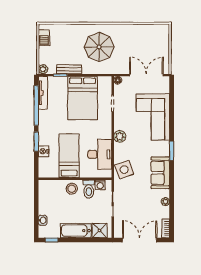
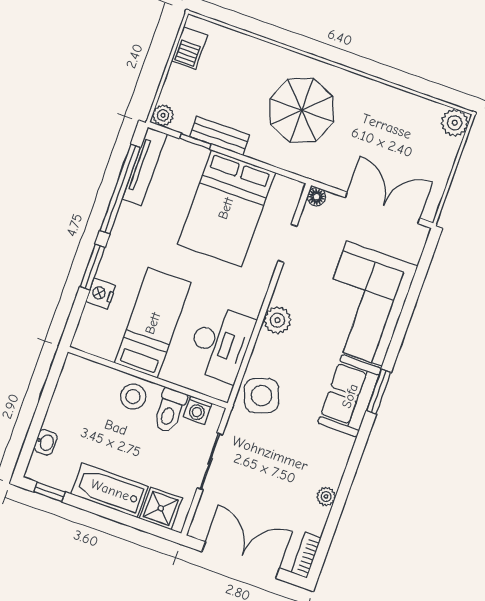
plant: (164, 30) -> (455, 123), added
sofa: (160, 173) -> (350, 396), moved

